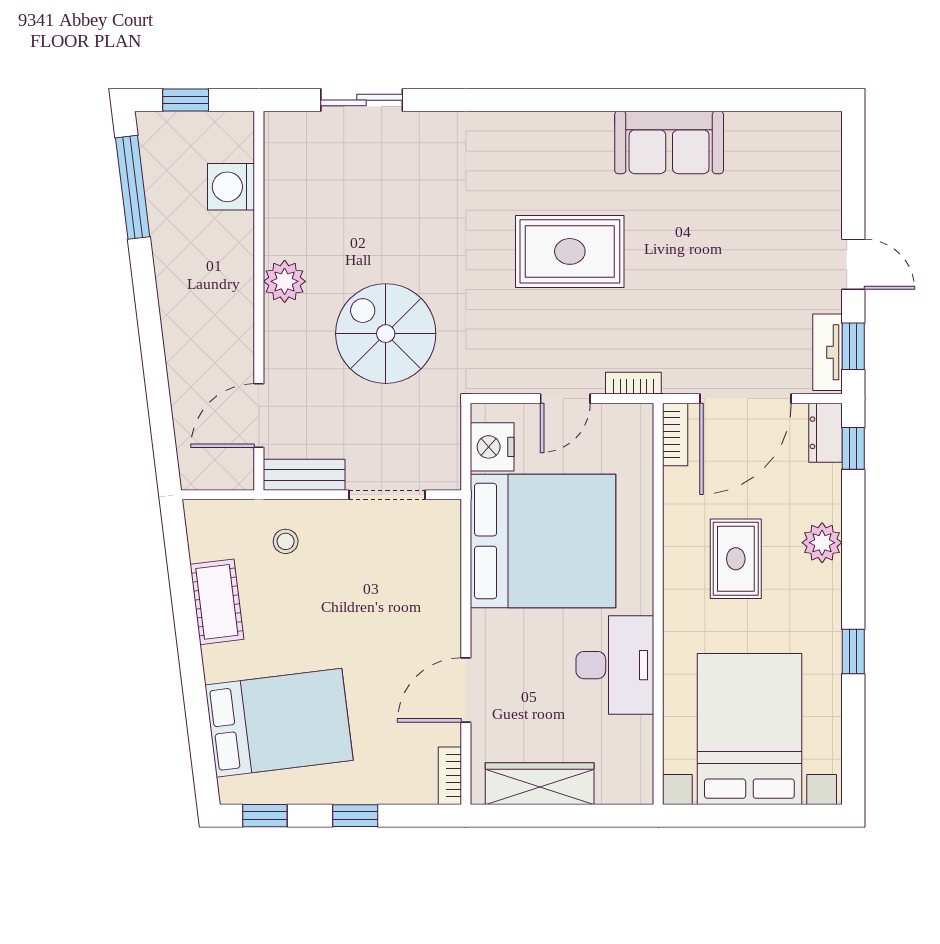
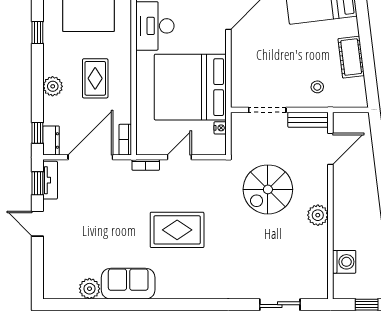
plant: (747, 132) -> (89, 289), added
spiral stairs: (386, 334) -> (268, 189), turned 90
nightstand: (492, 447) -> (220, 128), width x0.53, depth x0.56

